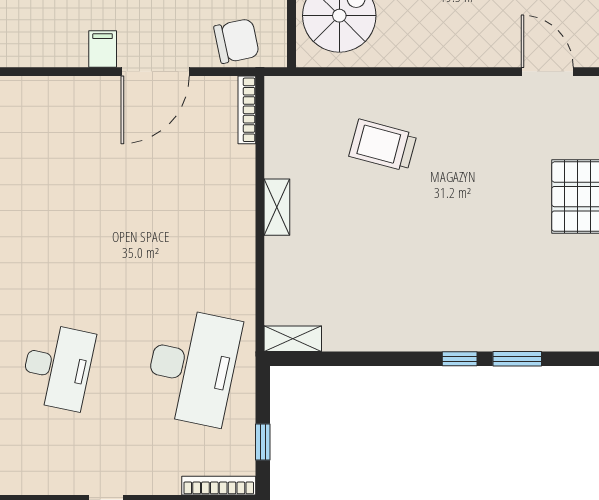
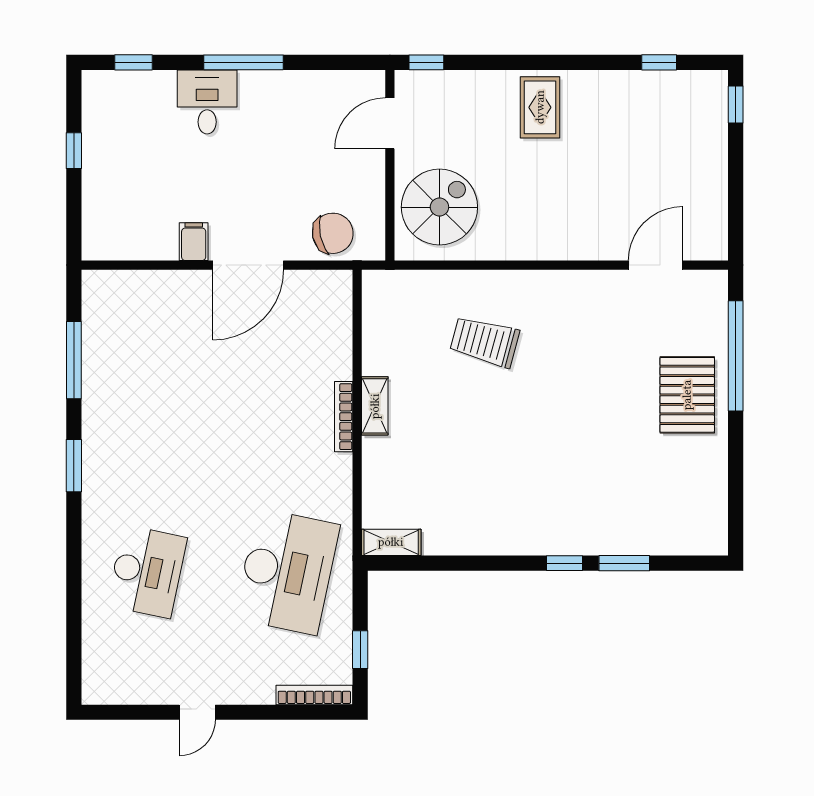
door: (547, 72) -> (655, 265), hinge flipped
bookcase: (247, 110) -> (344, 417), moved

